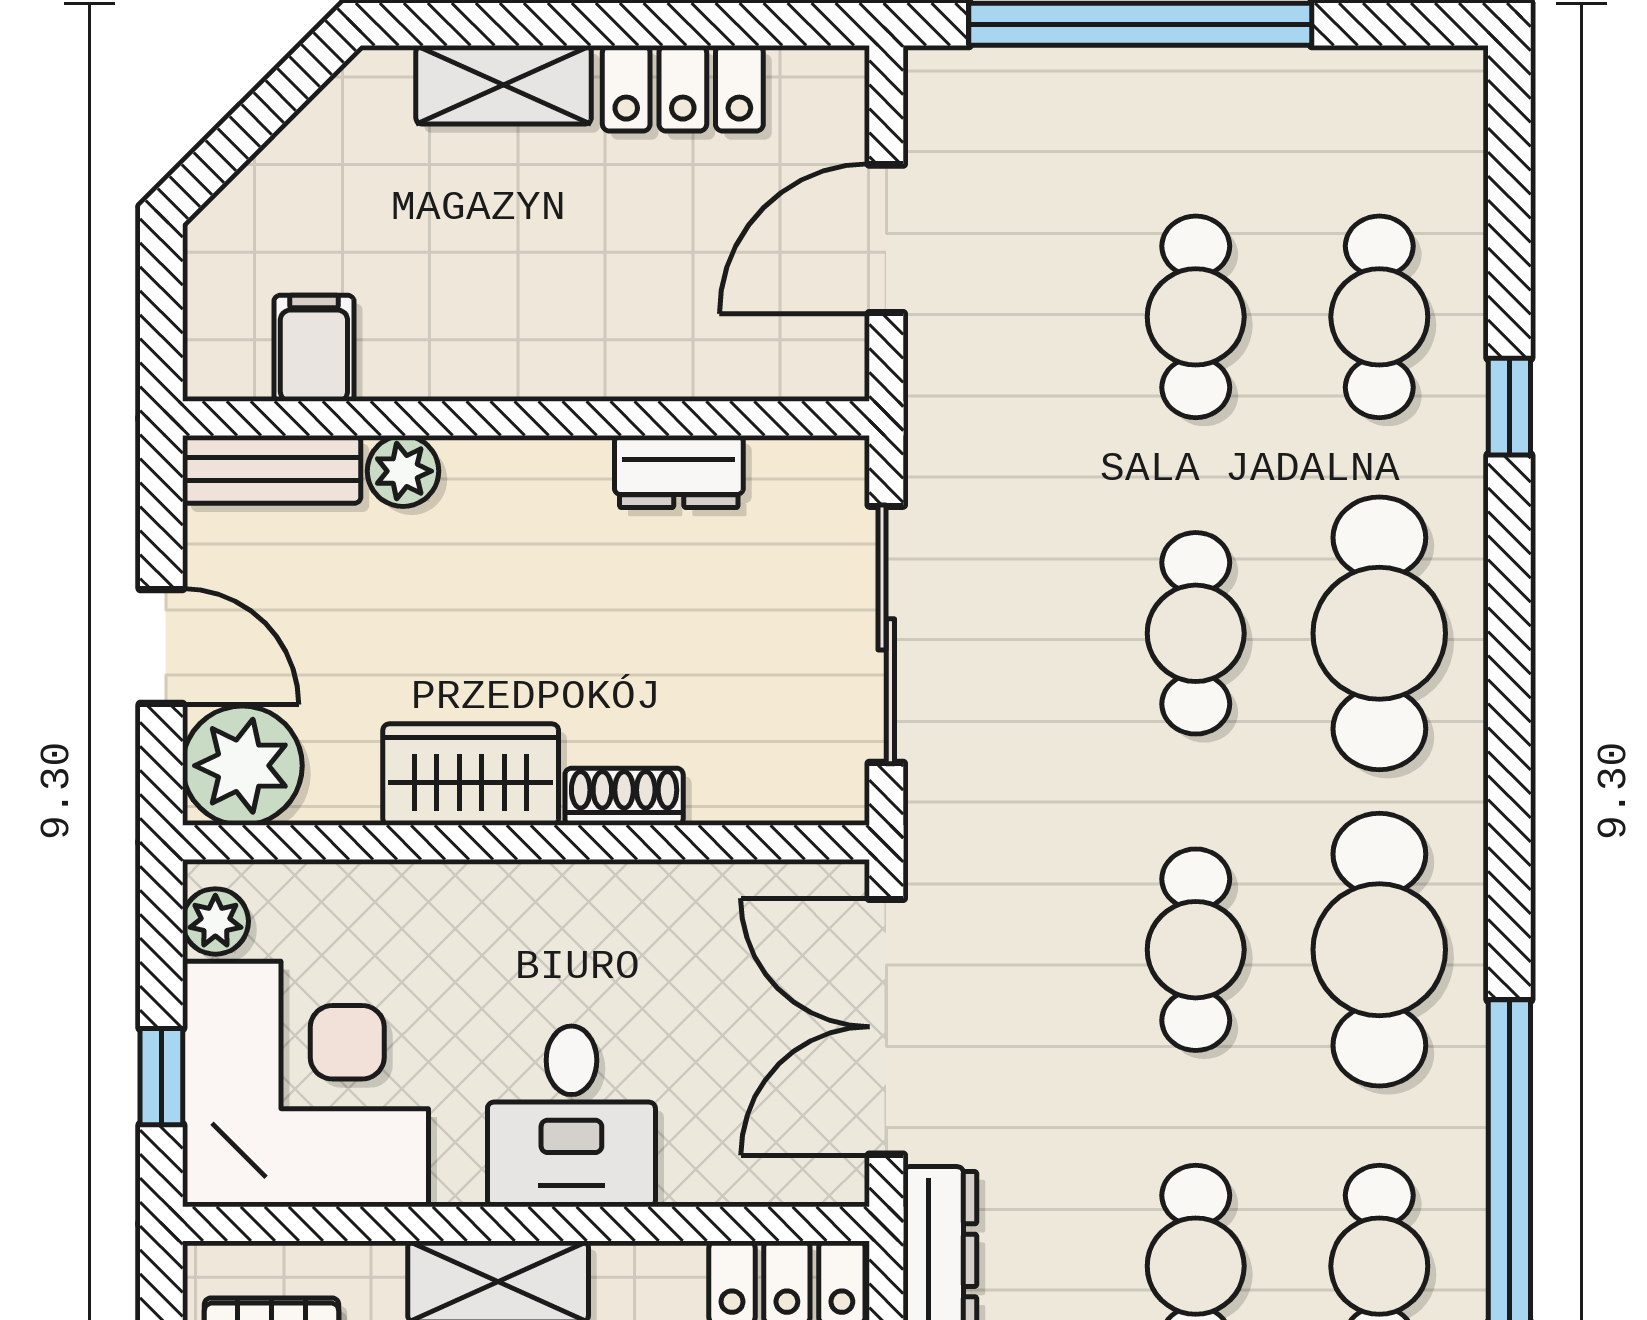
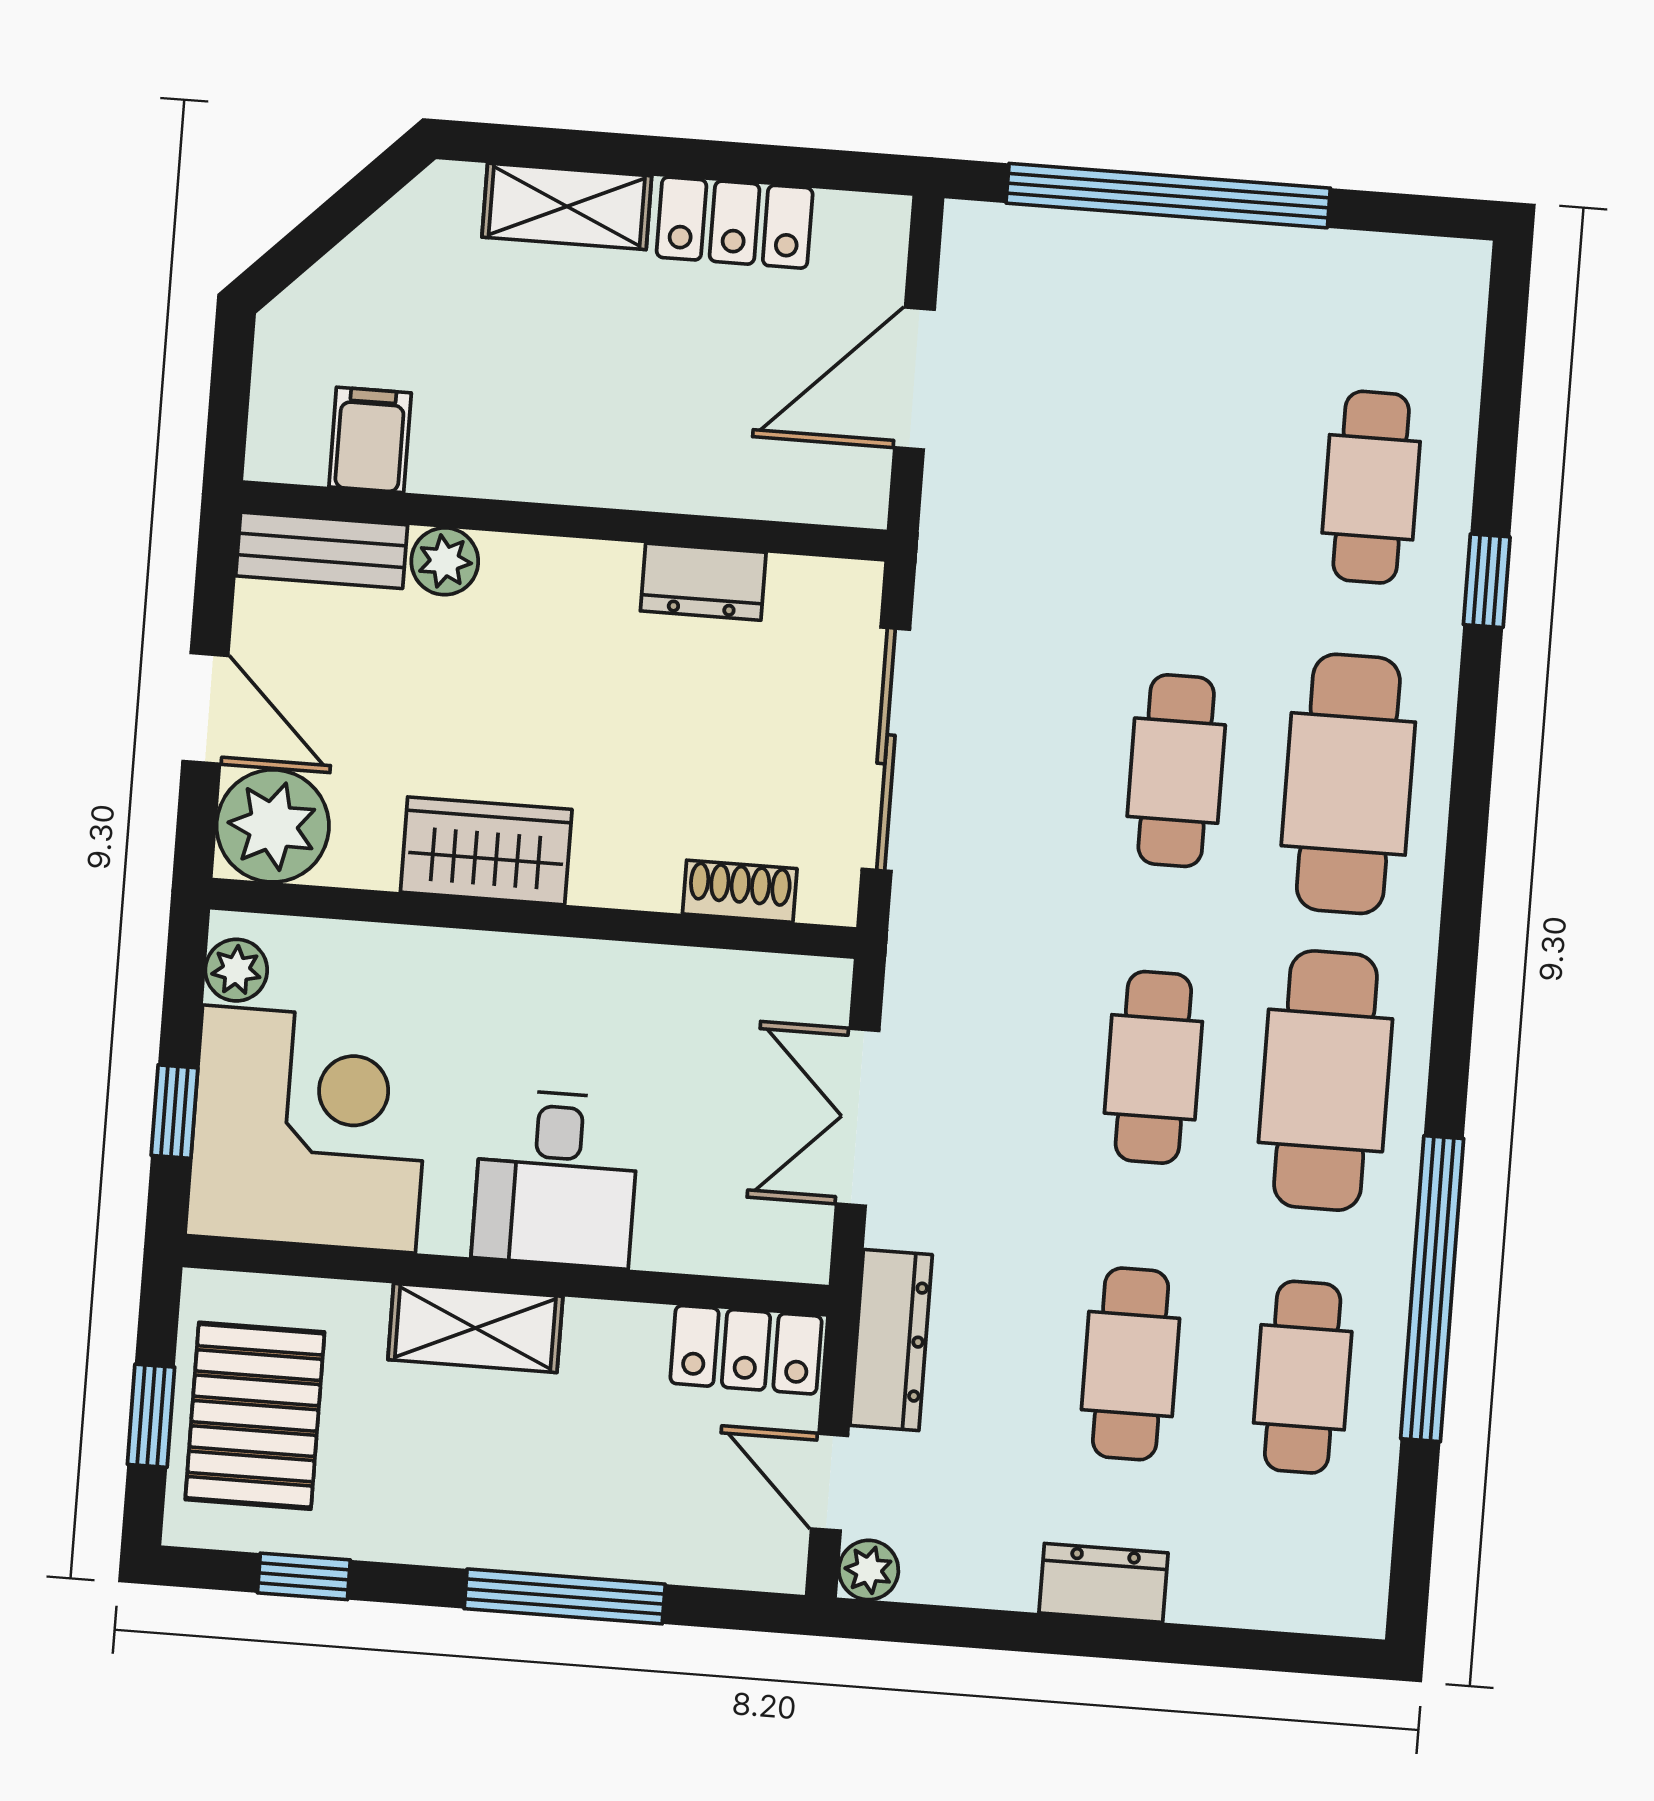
cafe table: (1196, 317) -> (1199, 474), removed
shoe rack: (624, 797) -> (740, 891), moved
double door: (886, 1027) -> (858, 1117), width x0.73

